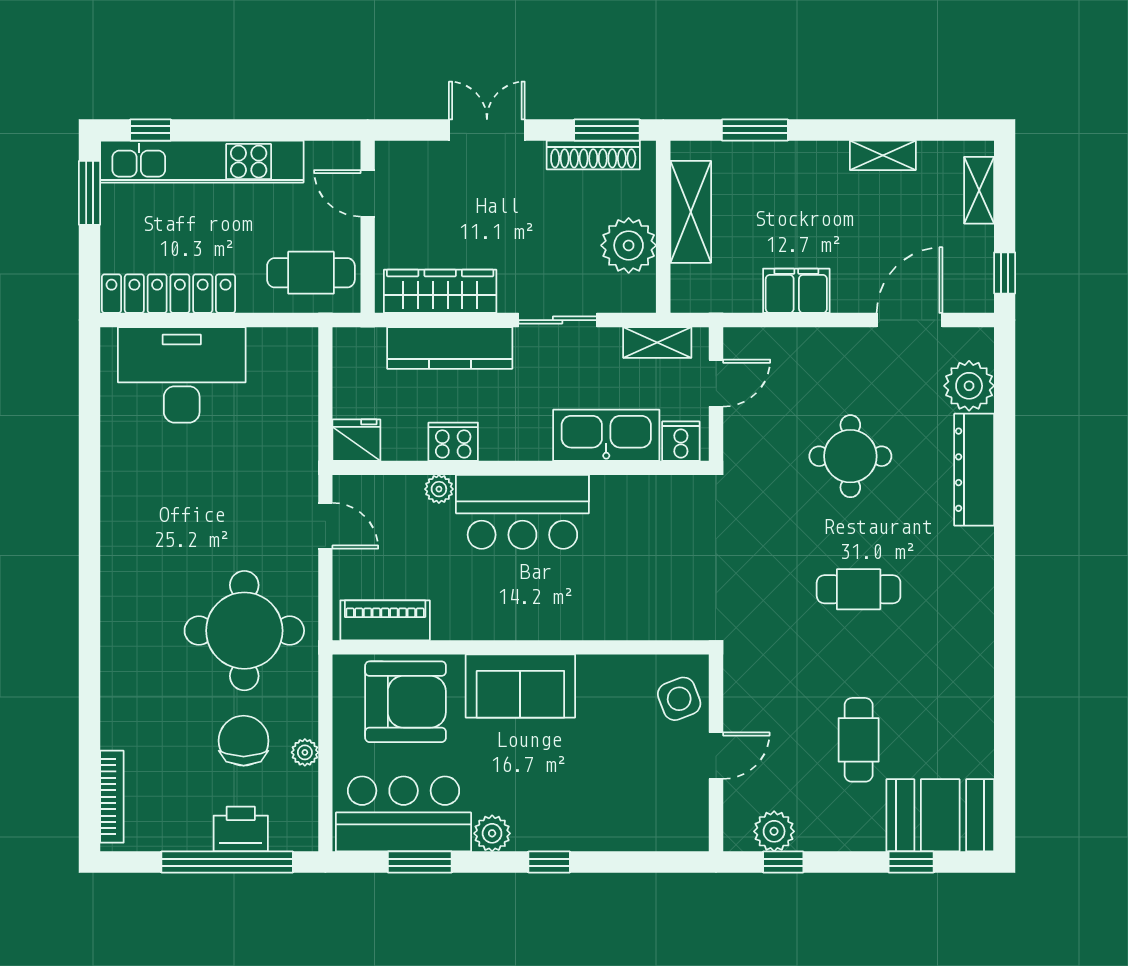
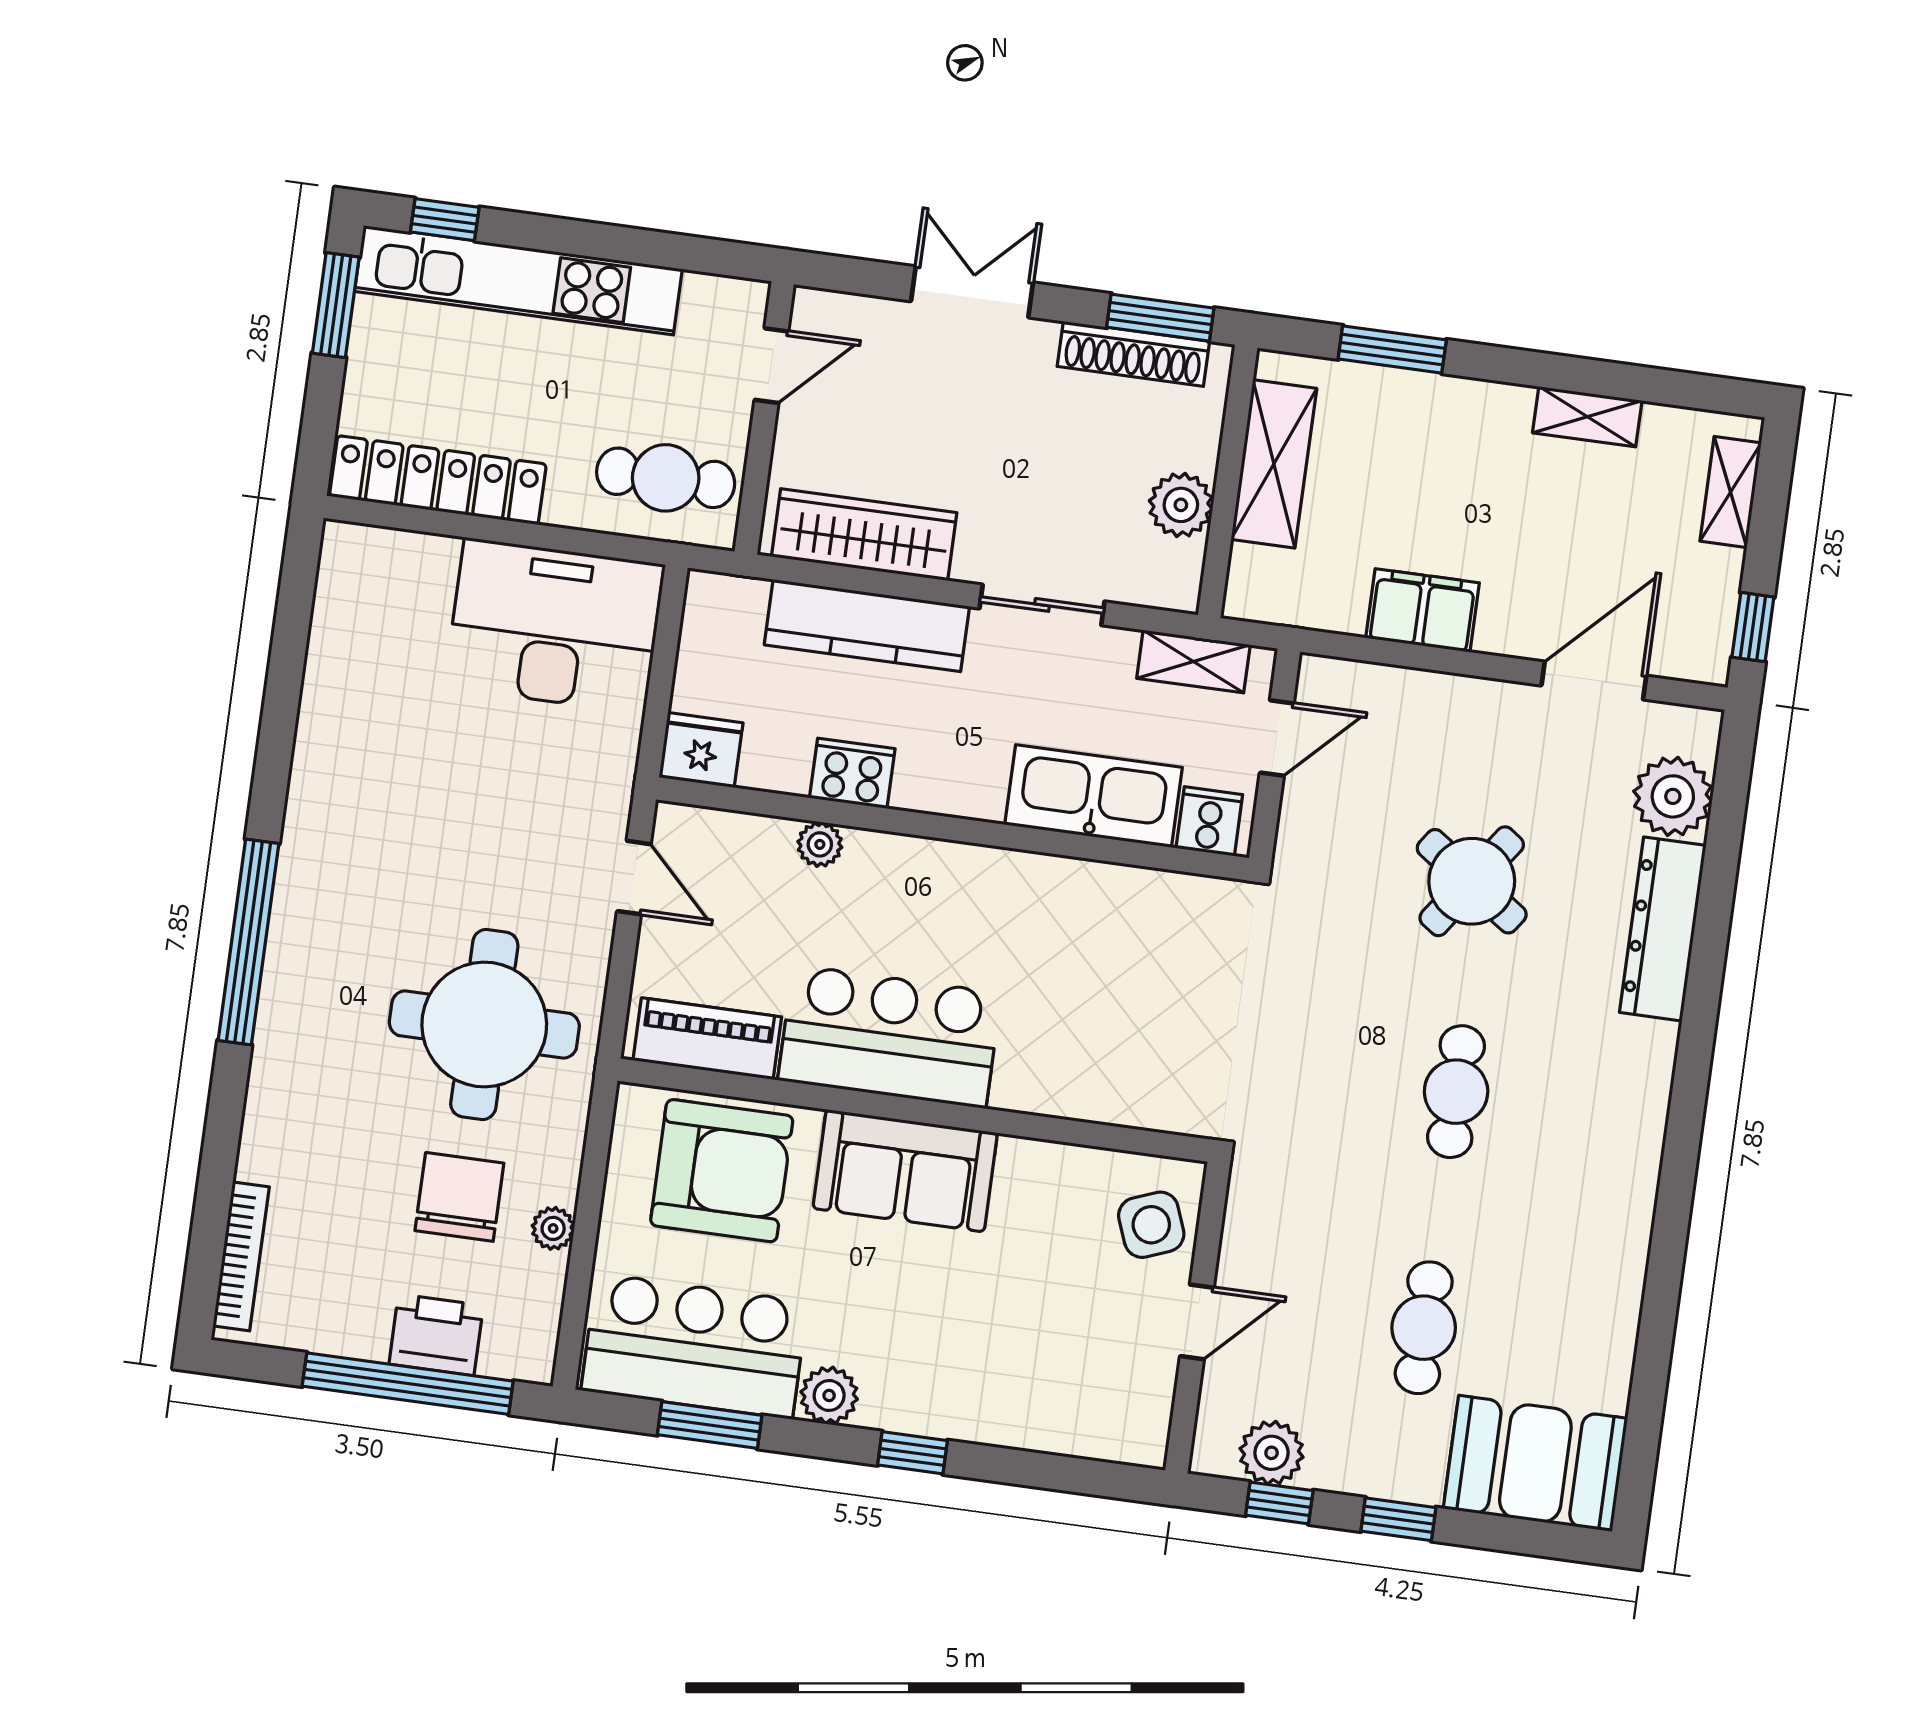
door: (368, 193) -> (771, 366), swing flipped
plant: (629, 245) -> (1181, 505), width x0.73, depth x0.73
desk: (182, 375) -> (554, 626), moved
round table: (850, 456) -> (1472, 881), turned 35
bar counter: (522, 512) -> (890, 1037), moved, turned 180
cafe table: (859, 589) -> (1456, 1092), turned 90
window: (90, 599) -> (248, 942), added
window: (911, 862) -> (1398, 1519), moved

